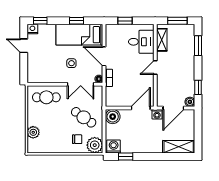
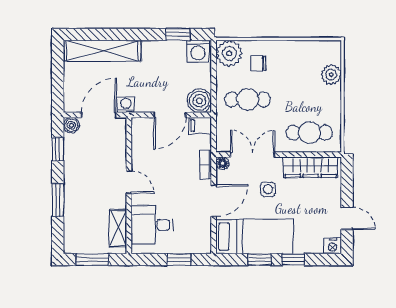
window: (40, 21) -> (293, 260), moved
window: (198, 46) -> (58, 200), moved
door: (104, 56) -> (214, 201), hinge flipped
door: (155, 68) -> (129, 182), hinge flipped
wardrobe: (46, 77) -> (311, 167), added
filing cabinet: (112, 102) -> (200, 126), added
door: (141, 108) -> (170, 115), moved
cafe table: (84, 117) -> (248, 100), turned -35
shelving: (179, 147) -> (102, 51), width x1.47

